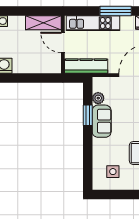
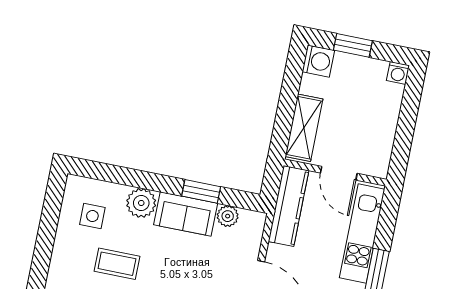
shelving: (43, 23) -> (304, 128), moved
door: (63, 42) -> (339, 173), swing flipped
plant: (100, 146) -> (141, 203), added

